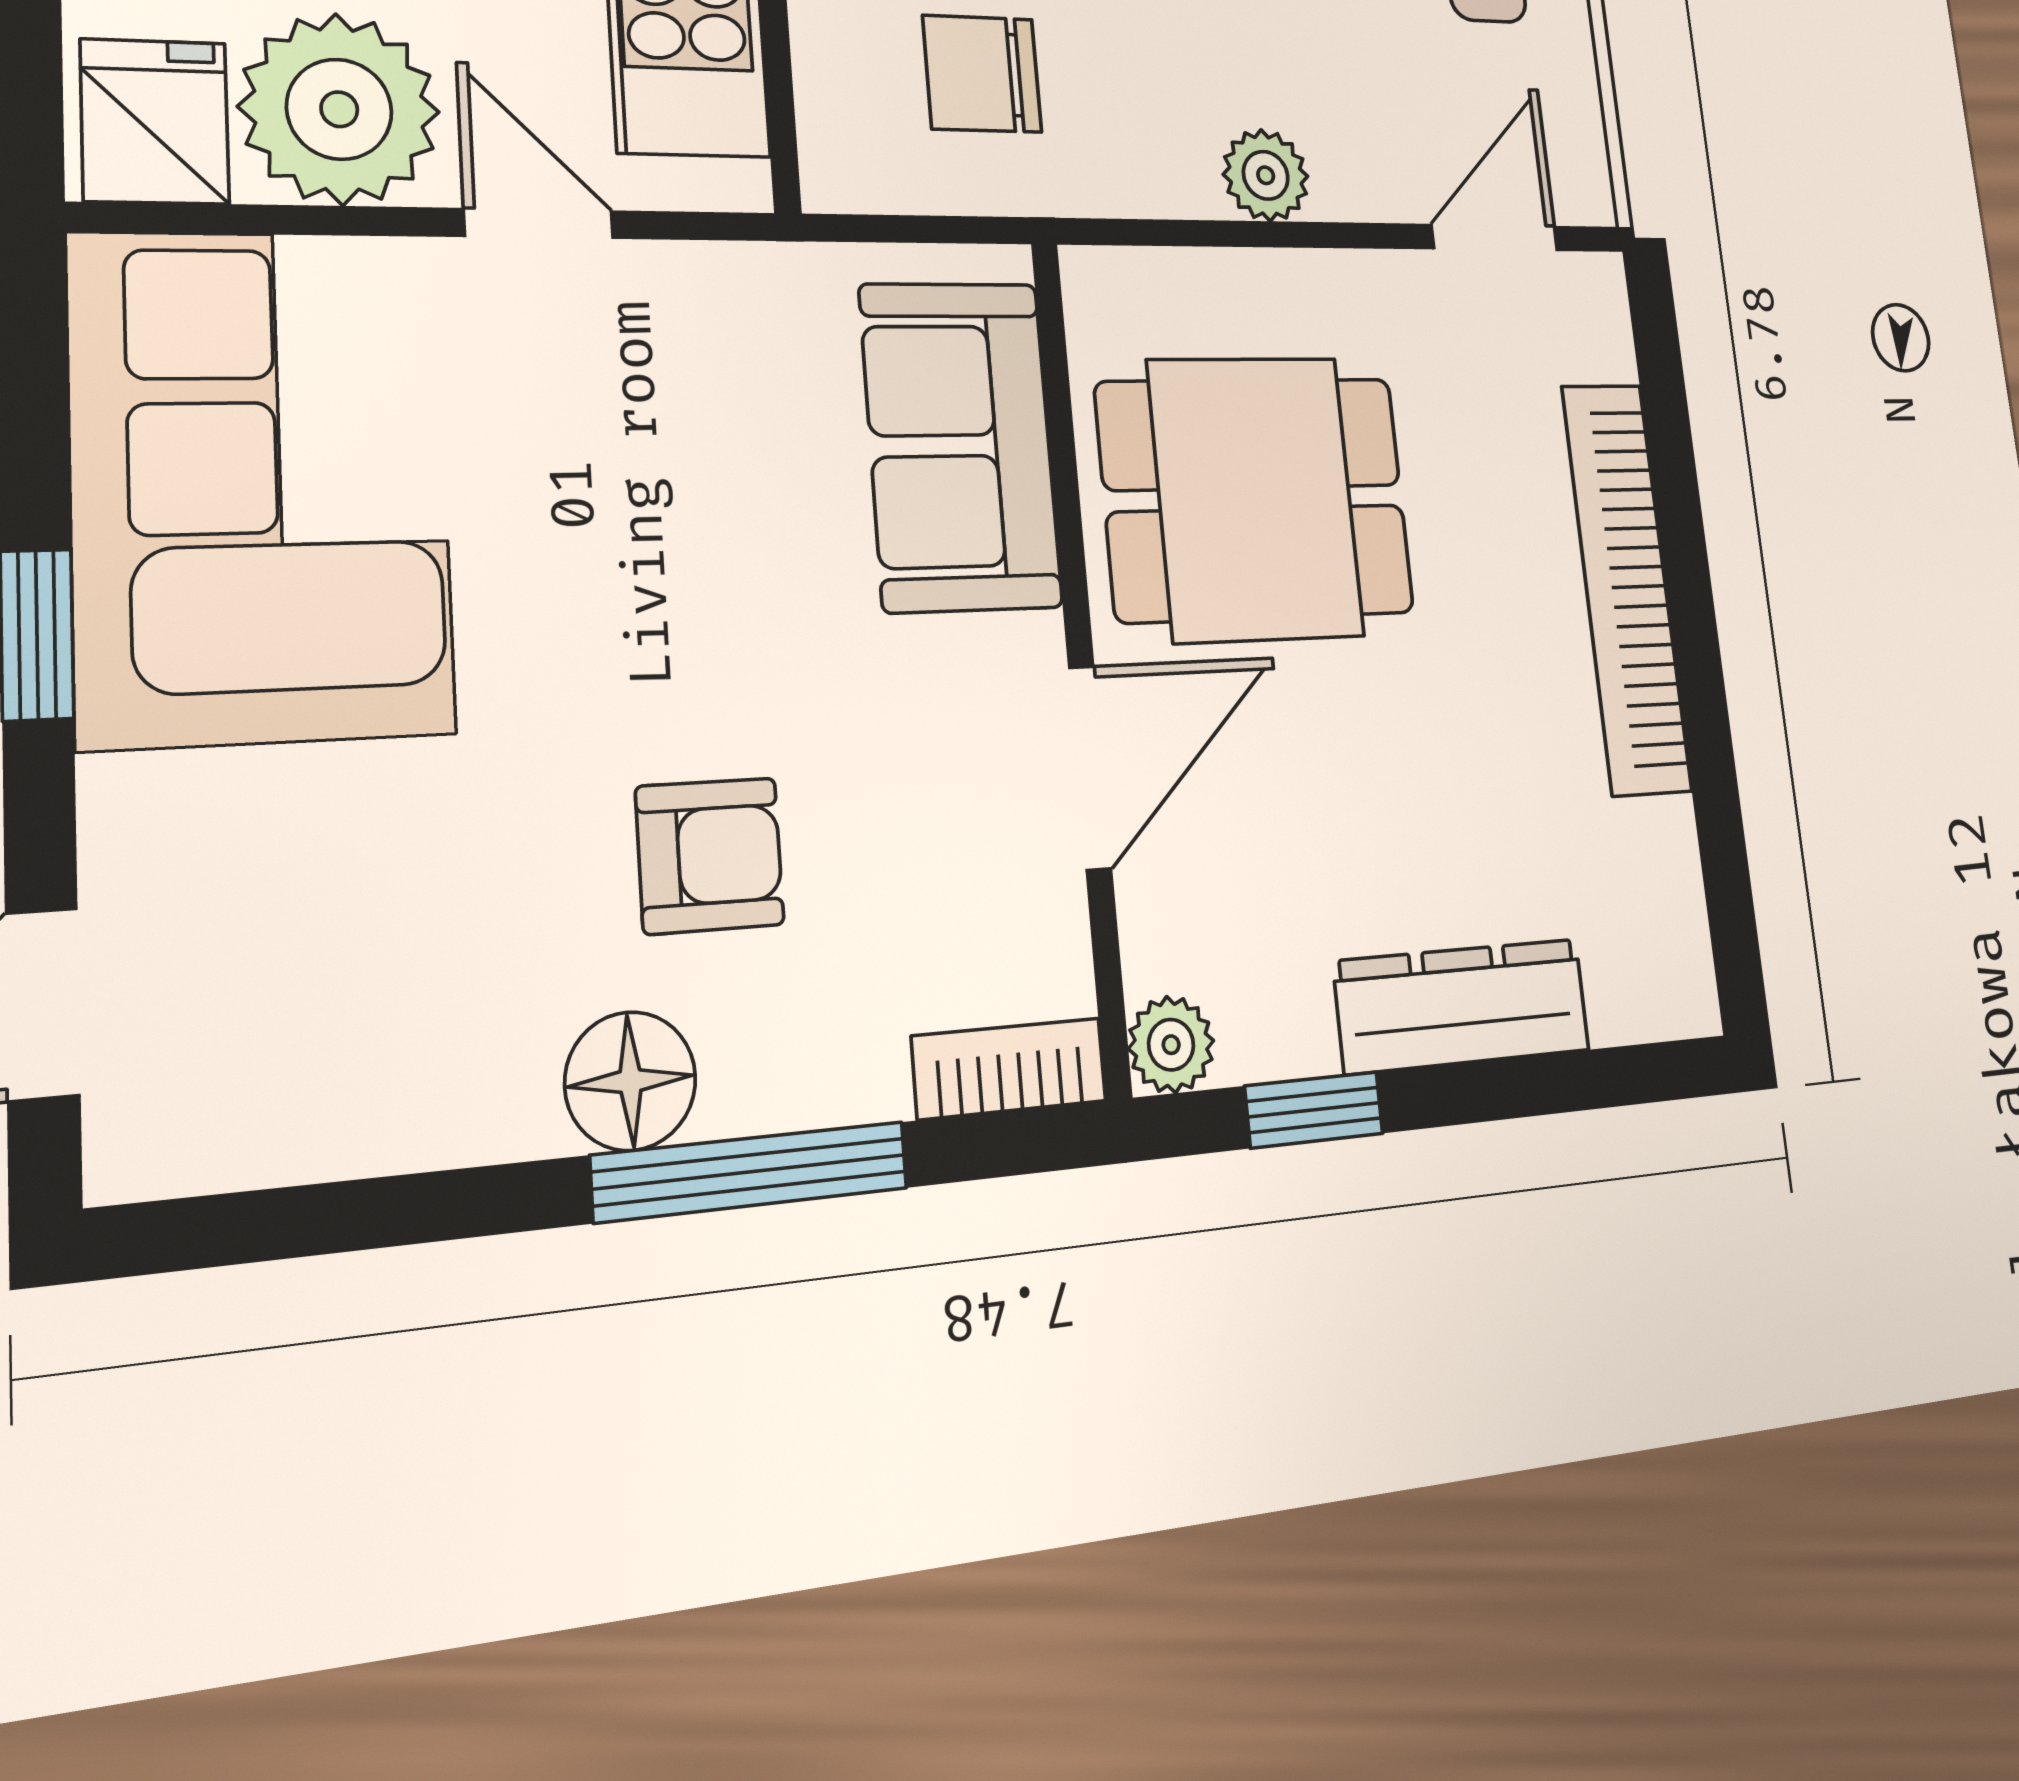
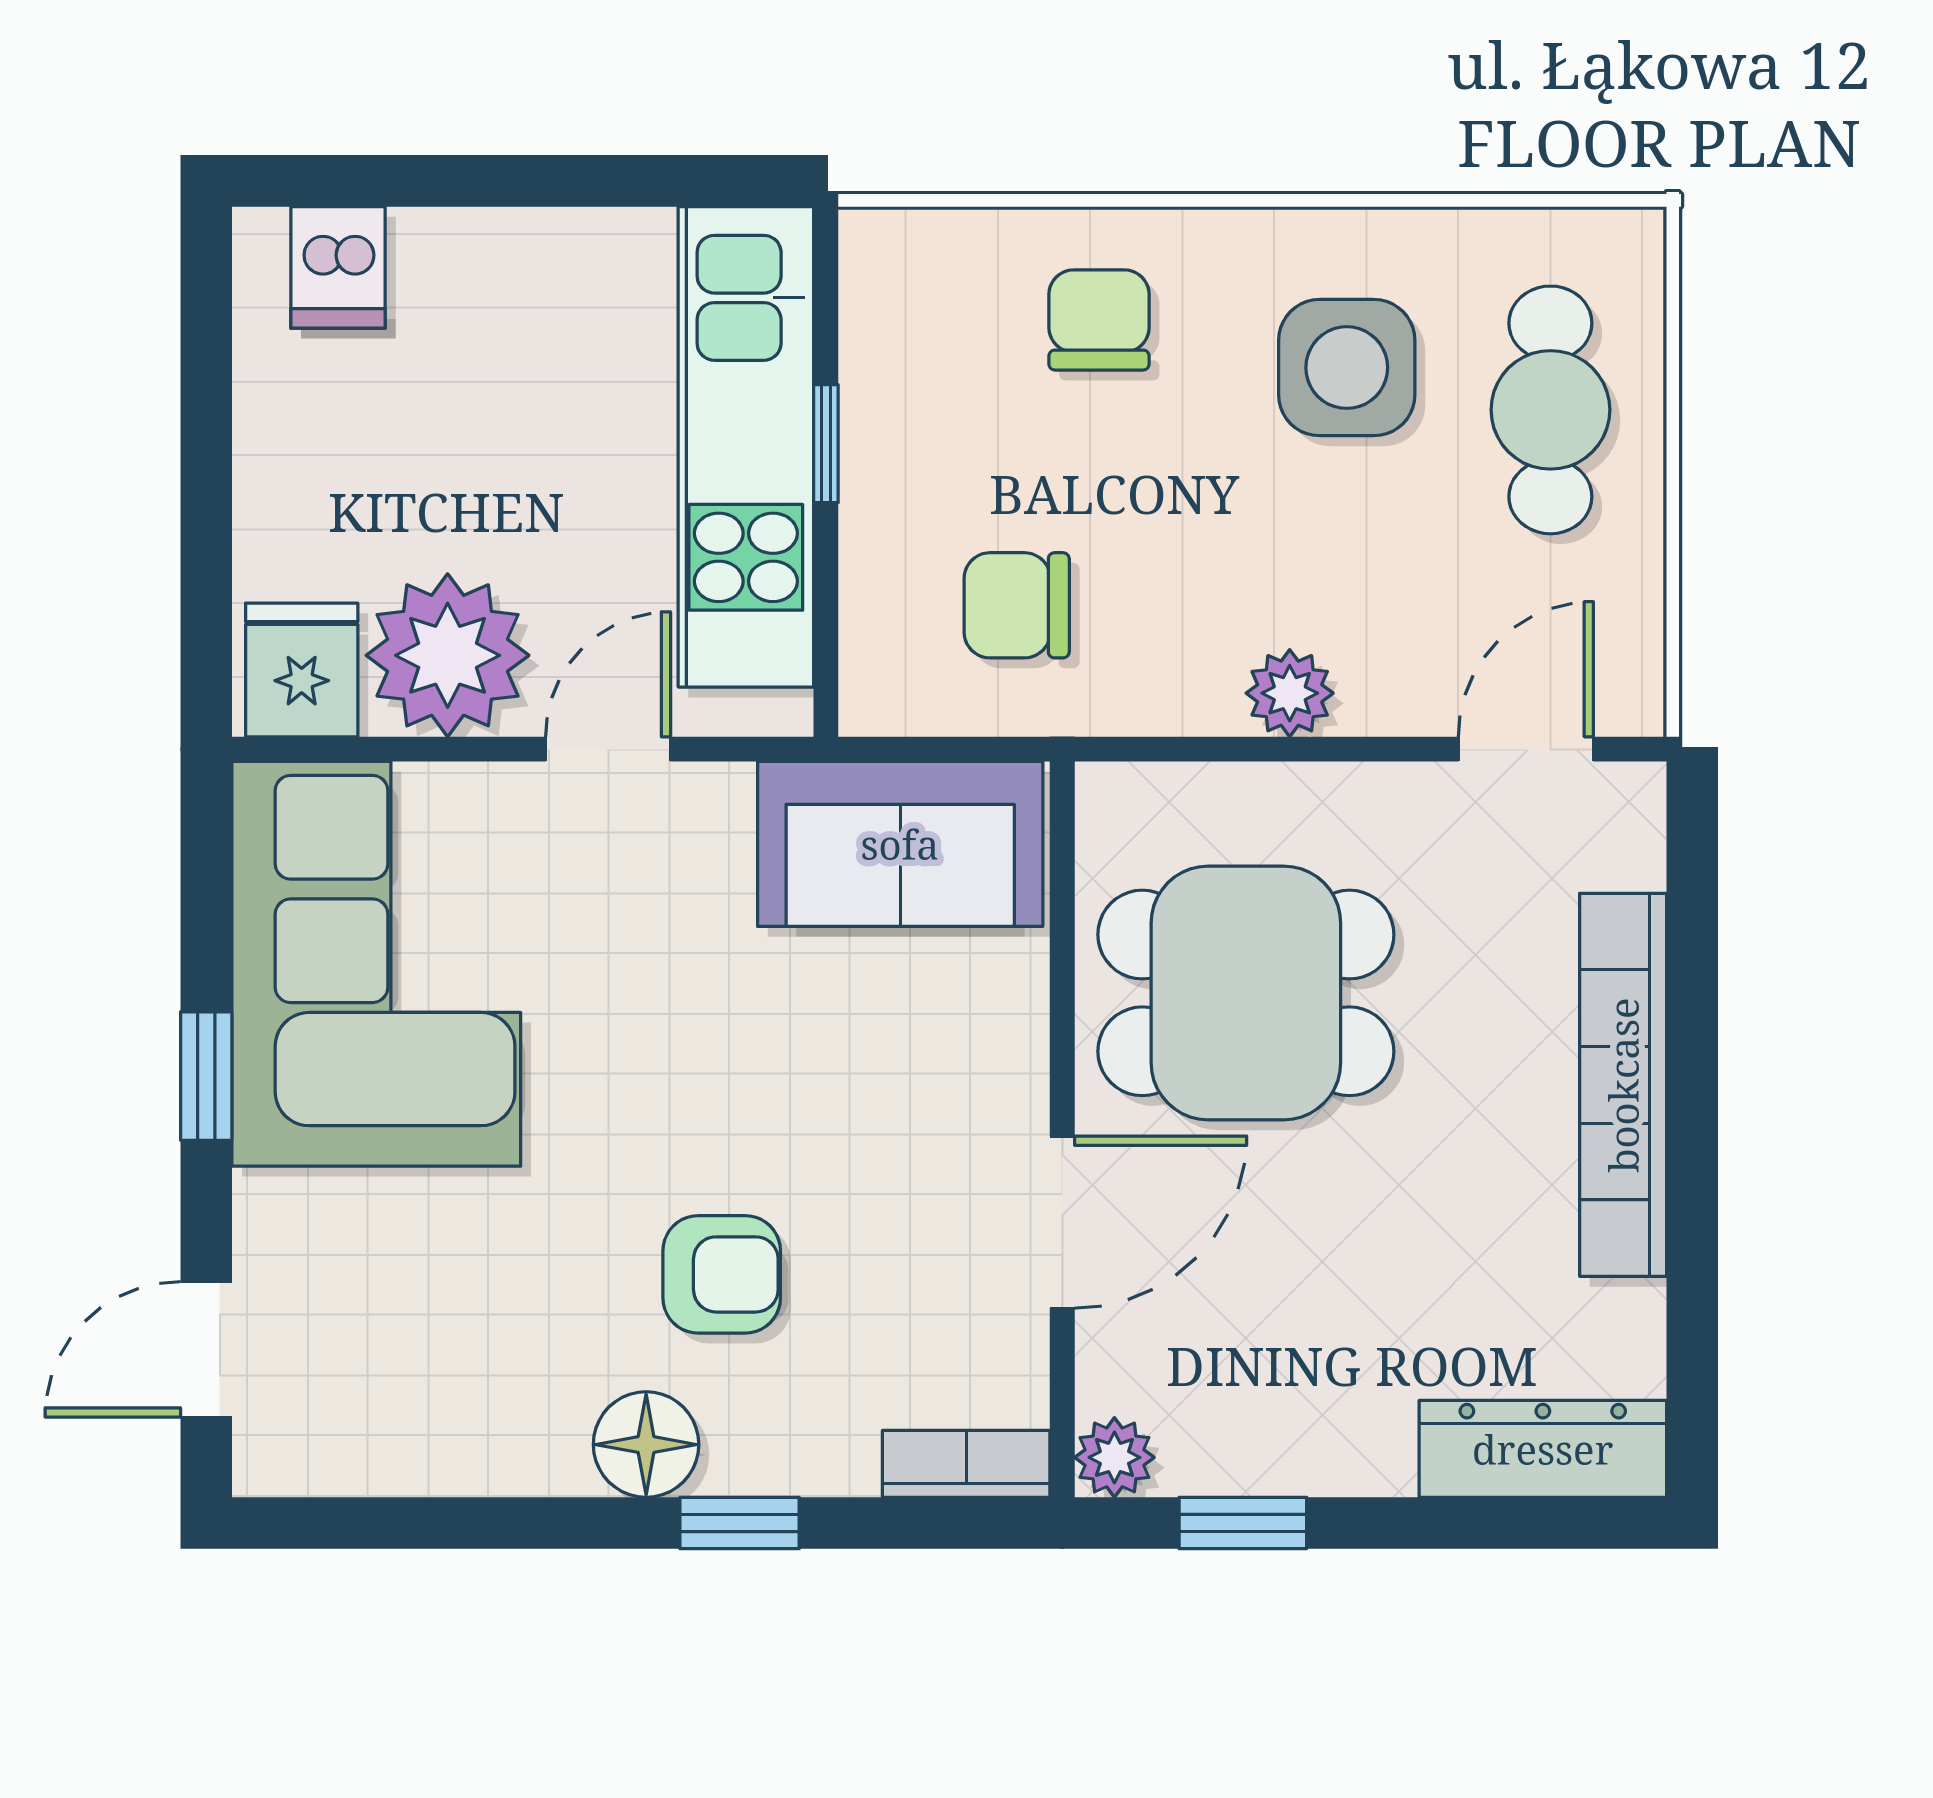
door: (539, 224) -> (608, 749), hinge flipped
sofa: (961, 446) -> (900, 844), moved, turned -90
dresser: (1462, 1006) -> (1543, 1449), moved
window: (751, 1172) -> (740, 1523), width x0.46

